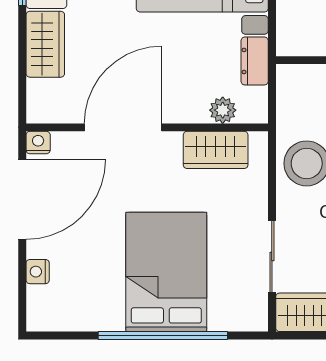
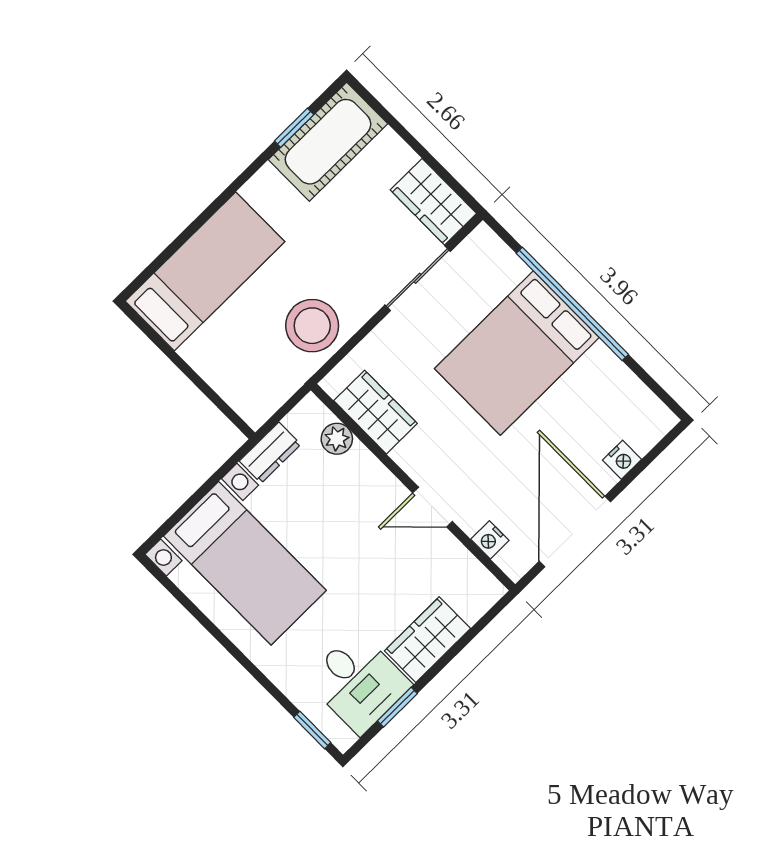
door: (123, 127) -> (433, 507), width x0.53
nightstand: (38, 143) -> (490, 540), moved
door: (22, 200) -> (575, 531), hinge flipped

